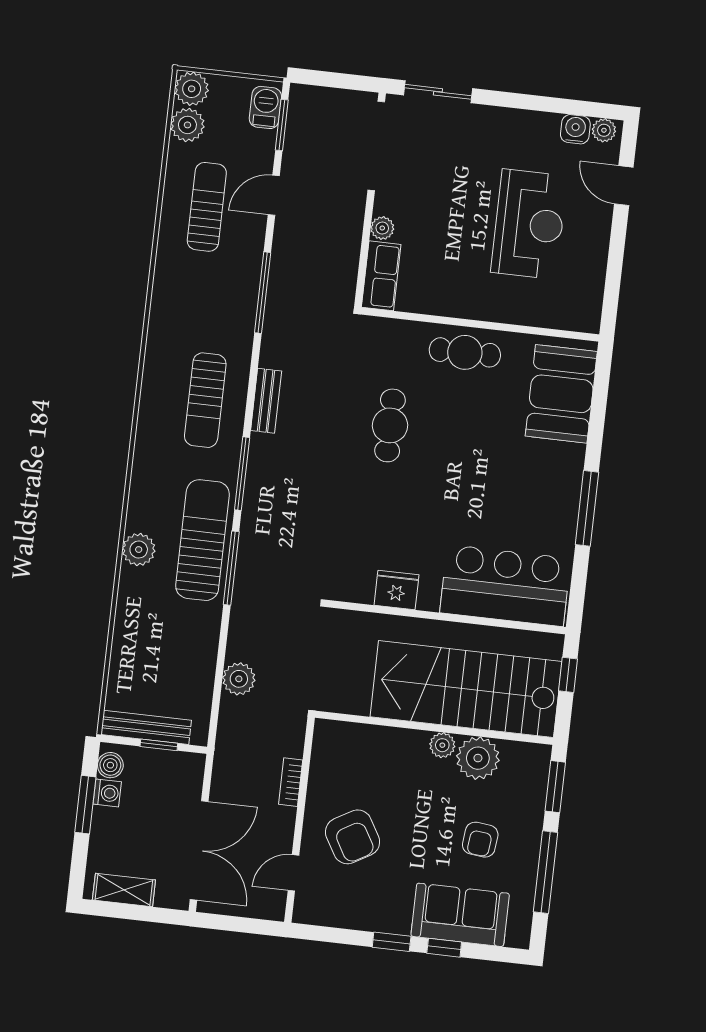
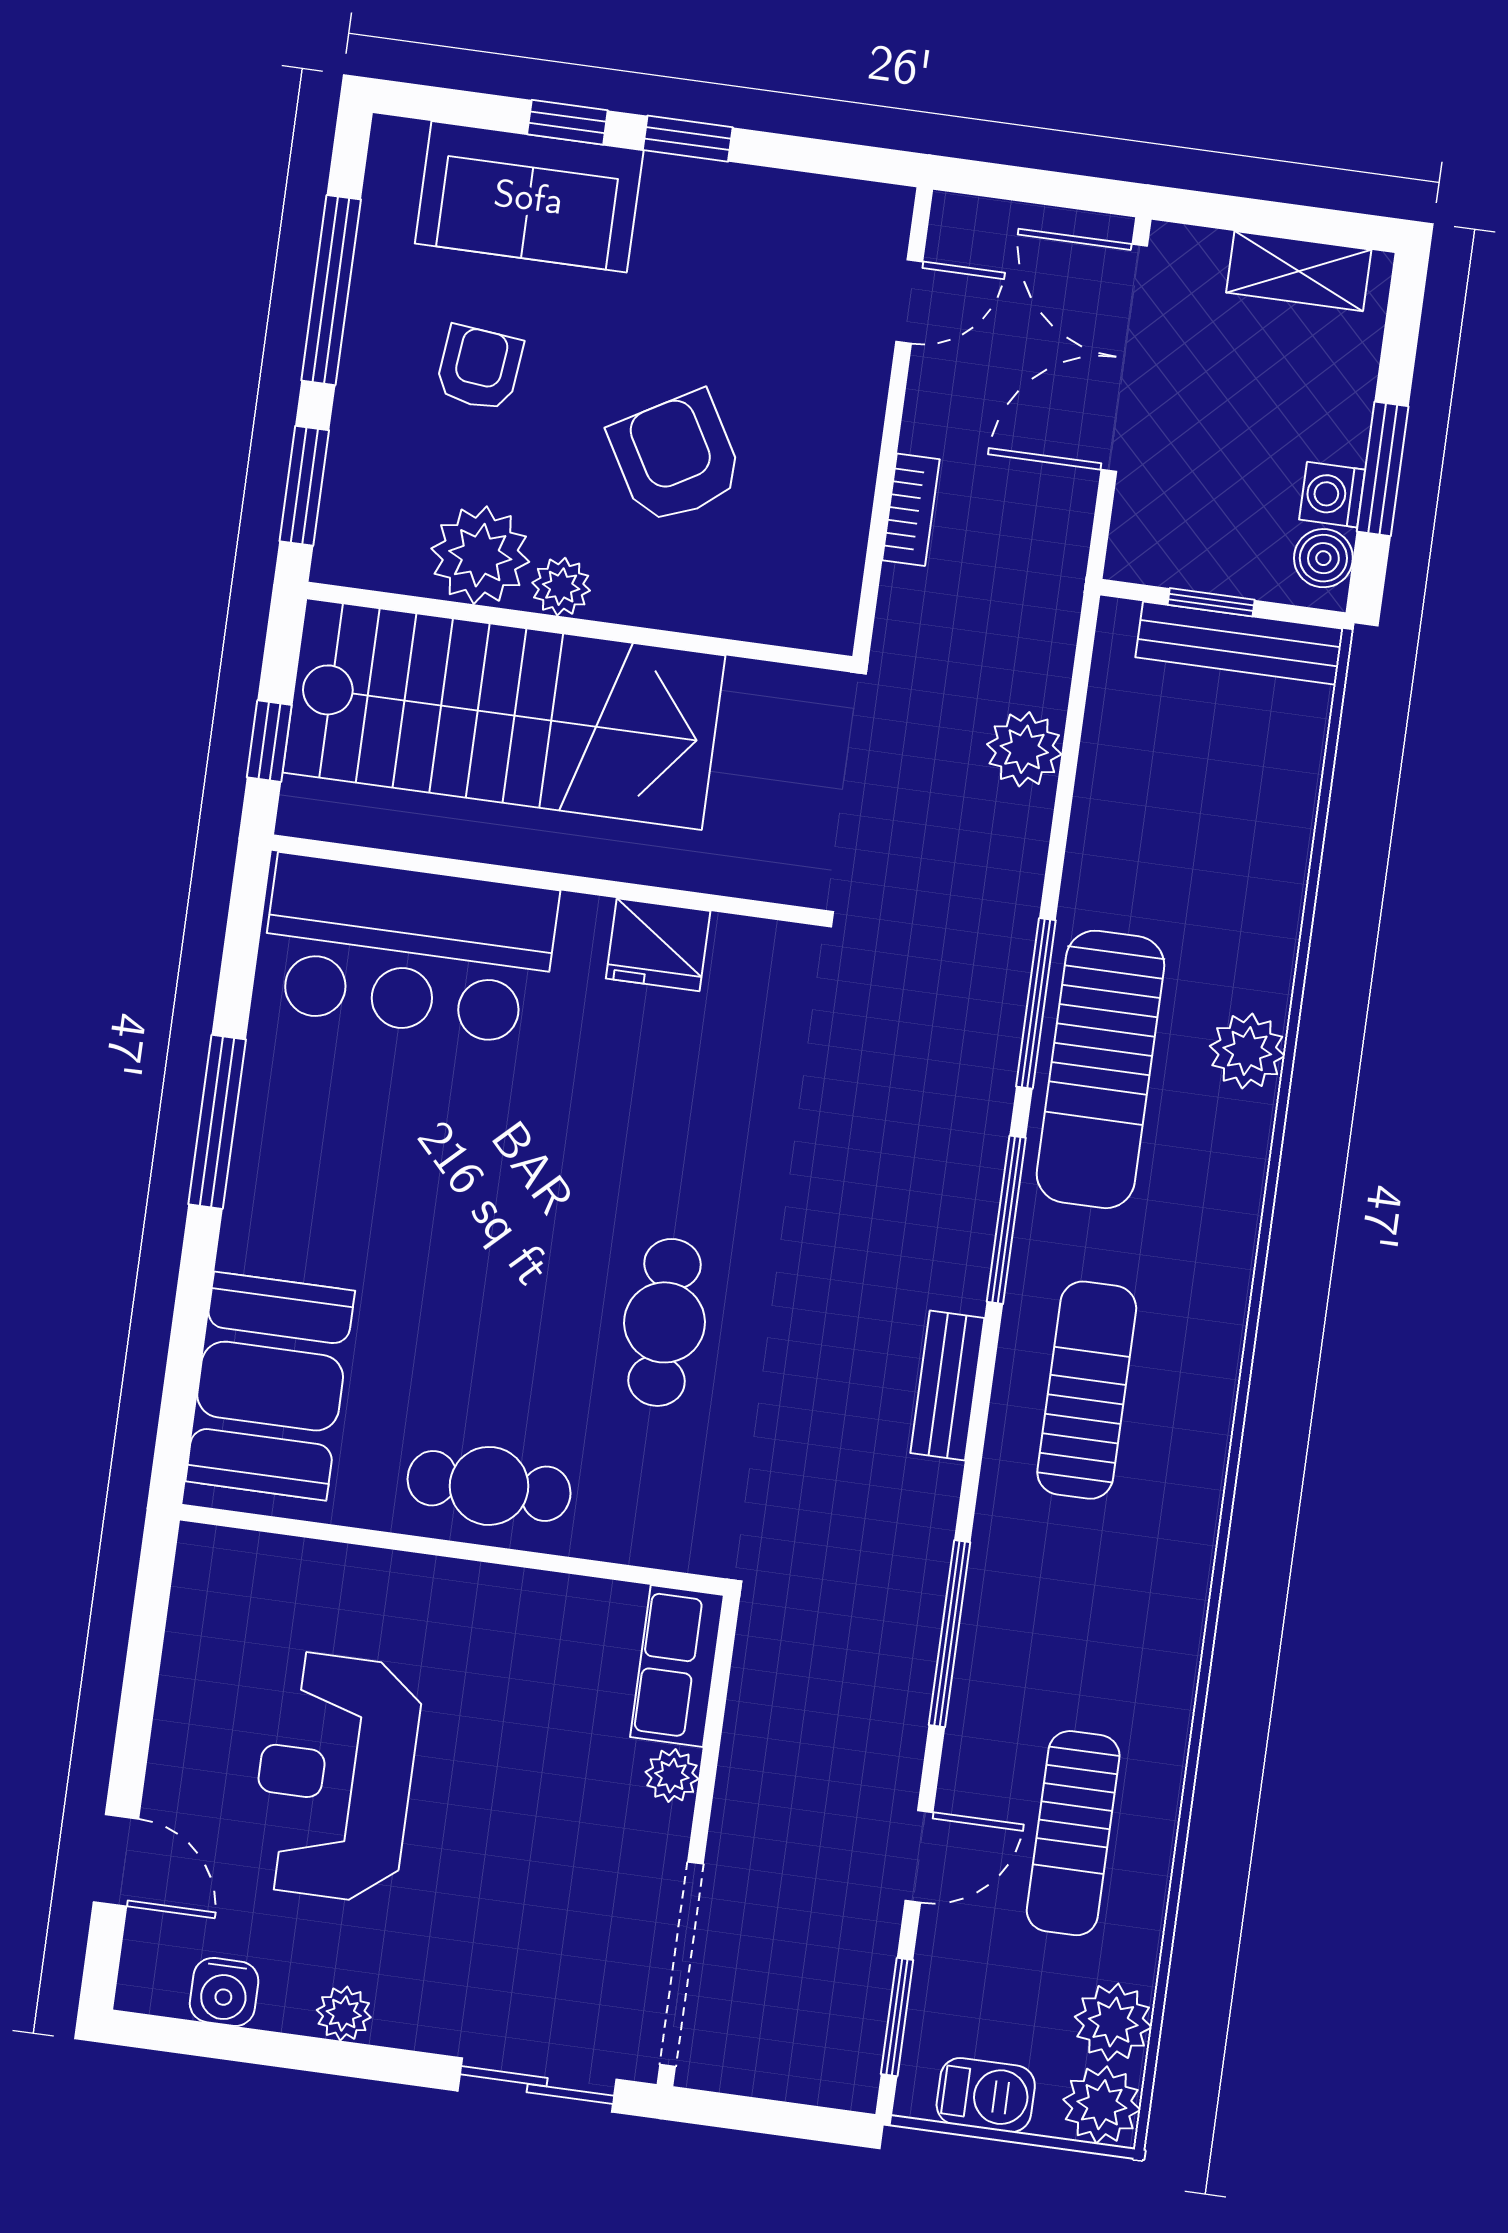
barbecue: (265, 107) -> (986, 2095), moved, turned -90
plant: (604, 130) -> (344, 2014), moved
armchair: (353, 837) -> (676, 458), moved

